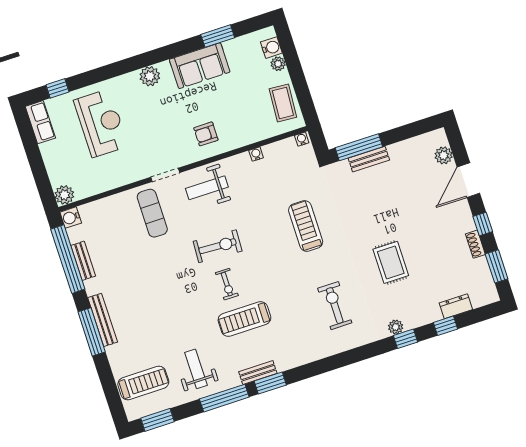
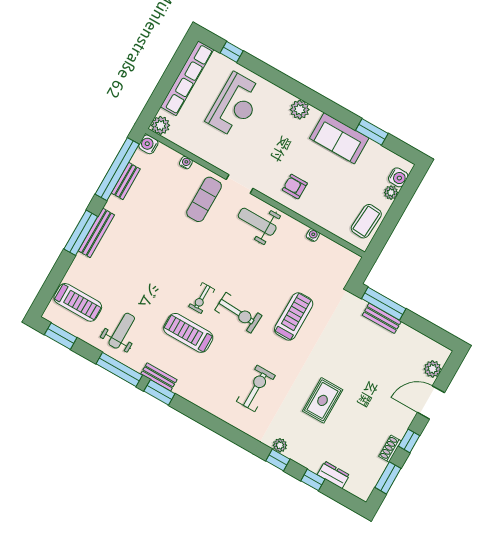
row of seats: (40, 122) -> (187, 78), width x2.02
water cooler: (302, 139) -> (186, 163), moved
exercise bike: (218, 246) -> (238, 313), moved

